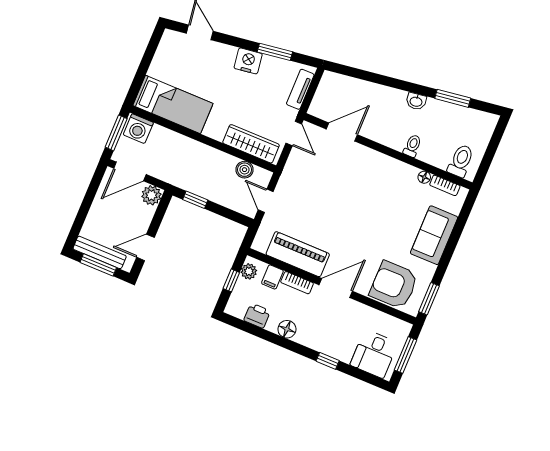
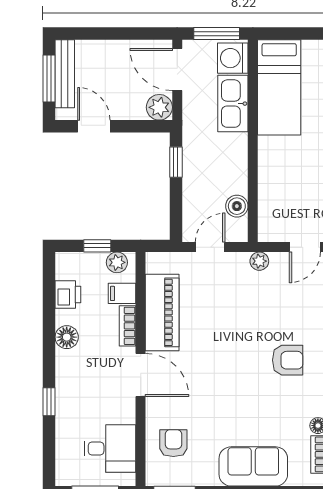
kitchen sink: (171, 142) -> (233, 104), added
wardrobe: (251, 144) -> (271, 201), removed
plant: (290, 170) -> (259, 261), added
armchair: (369, 179) -> (288, 360), added
armchair: (394, 285) -> (173, 443), width x0.53, depth x0.53
desk: (374, 354) -> (110, 448), moved, turned 180

